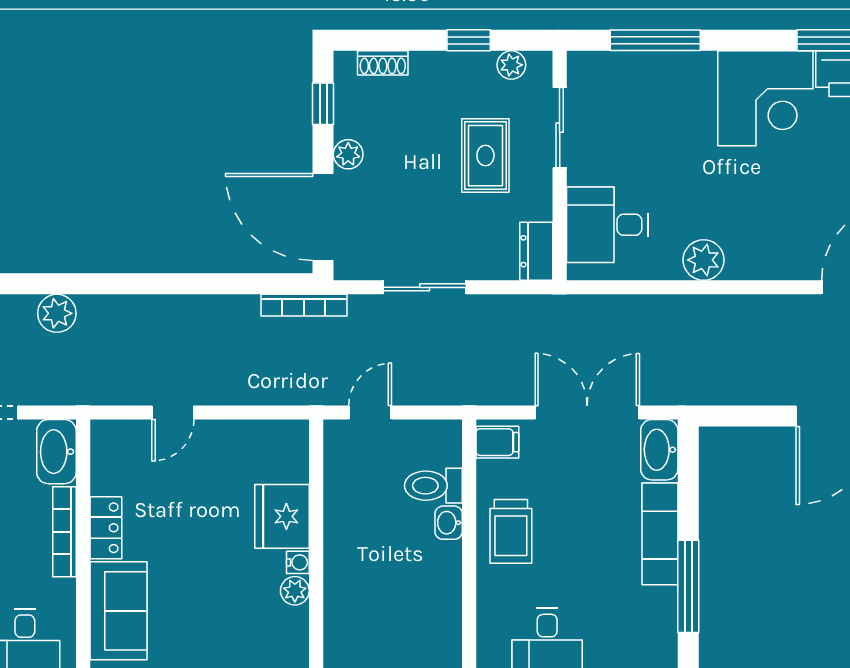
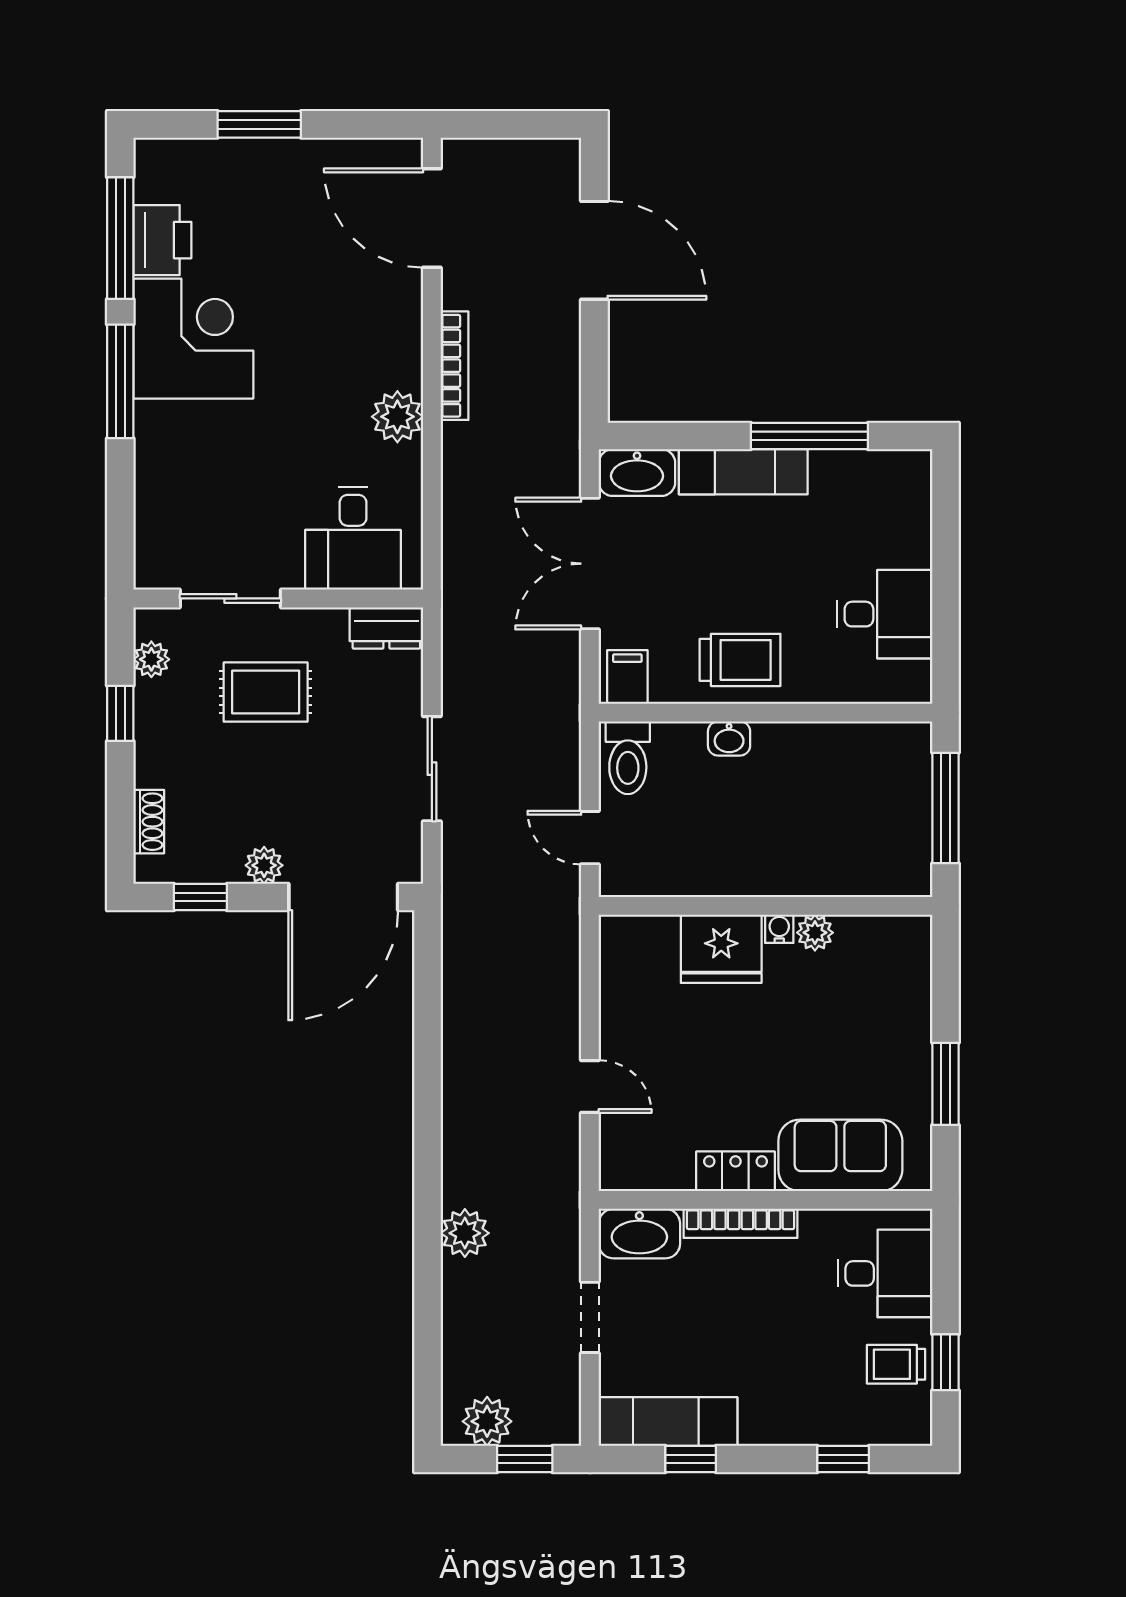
window: (655, 40) -> (120, 381), moved
bookcase: (304, 305) -> (455, 366), moved
toilet: (433, 486) -> (628, 758), moved

